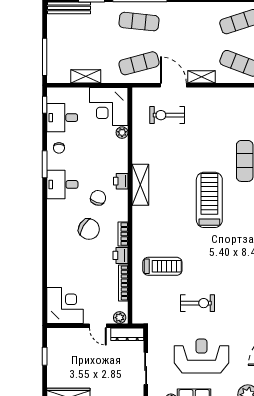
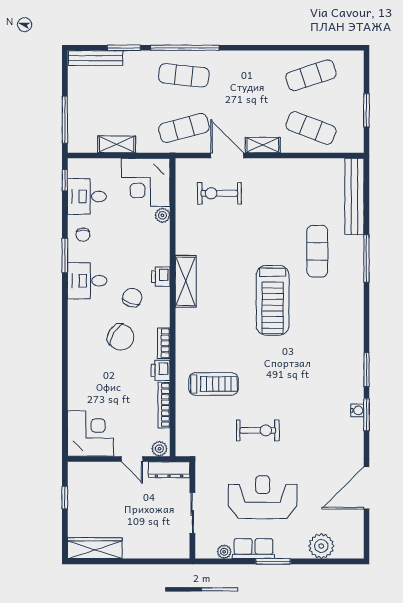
treadmill: (209, 200) -> (273, 300), turned 180

